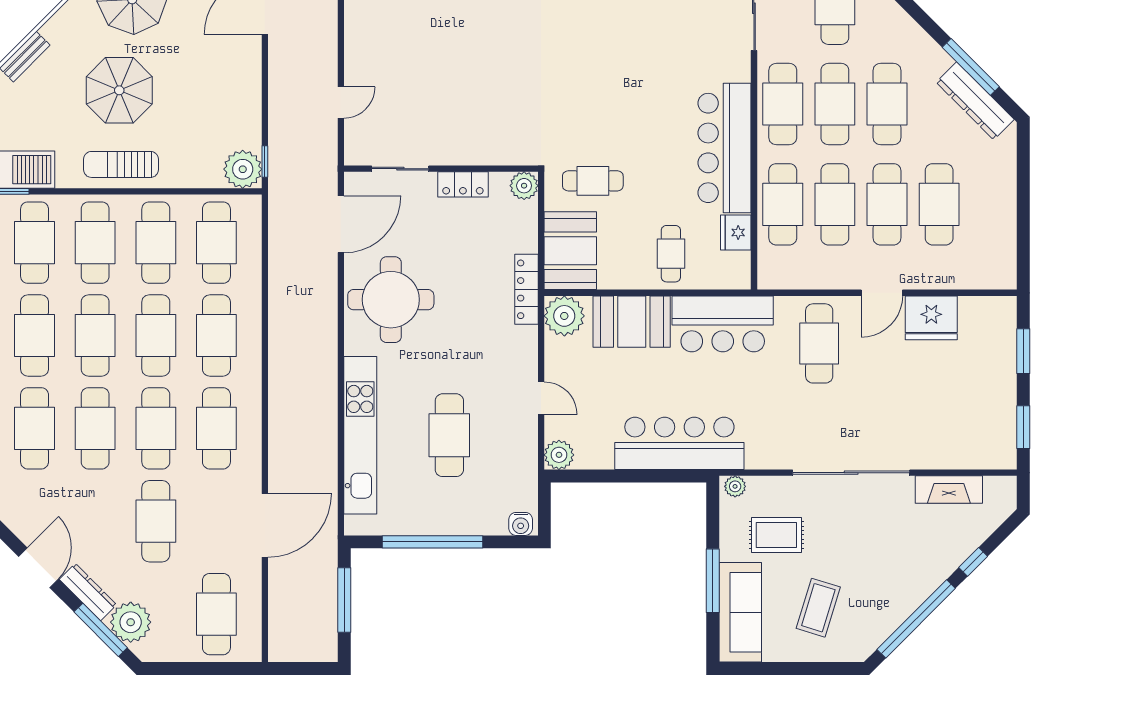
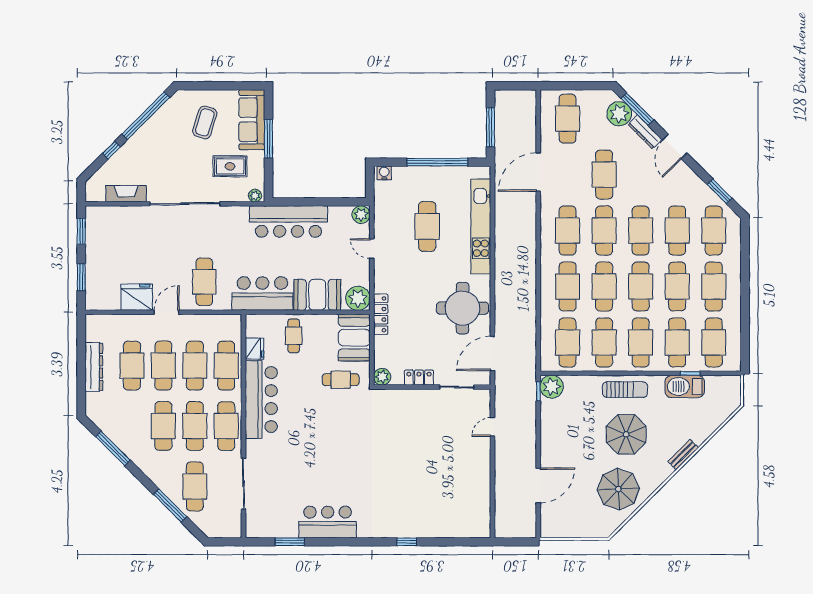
dresser: (975, 101) -> (94, 367), moved, turned 45

